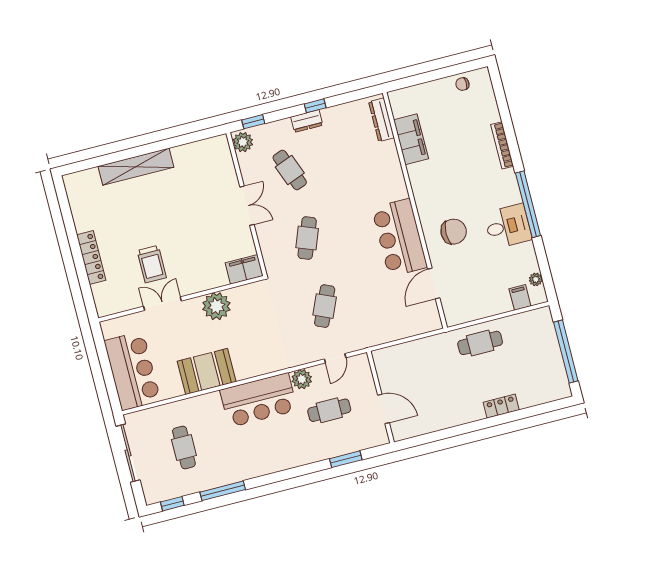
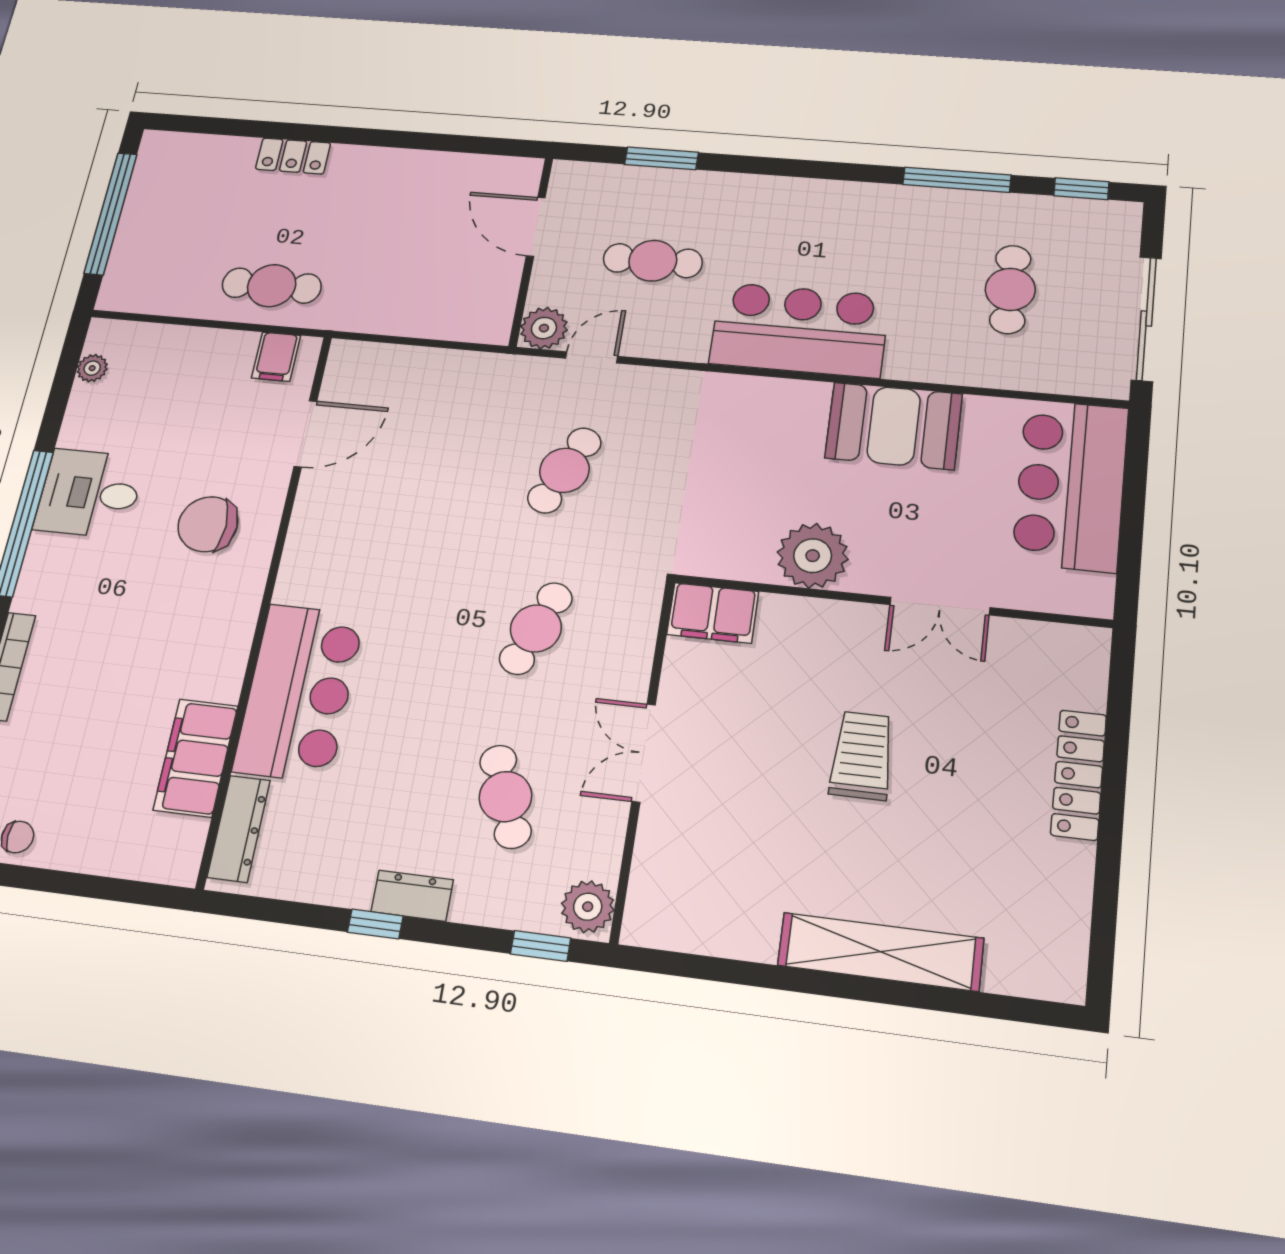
bar counter: (400, 238) -> (299, 692), moved
trolley: (152, 264) -> (862, 756), moved
filing cabinet: (520, 297) -> (276, 357), moved
plant: (302, 379) -> (544, 328), moved

